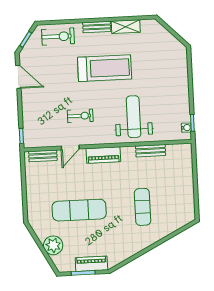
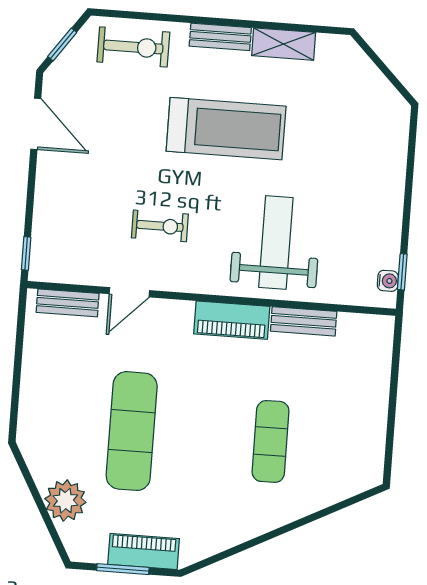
piano: (103, 155) -> (232, 320), moved
exercise mat: (79, 210) -> (132, 431), turned 90

